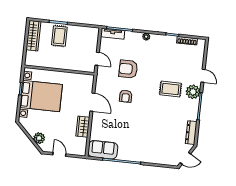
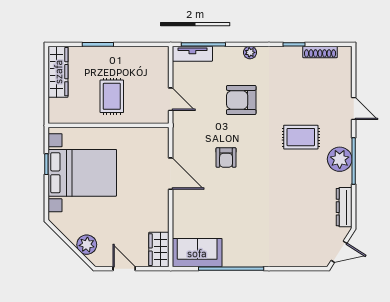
rug: (59, 36) -> (112, 96), moved
armchair: (128, 69) -> (241, 100), moved
plant: (193, 92) -> (340, 159), moved
wardrobe: (83, 127) -> (159, 250), moved

